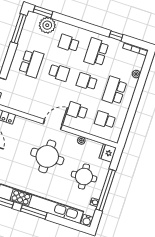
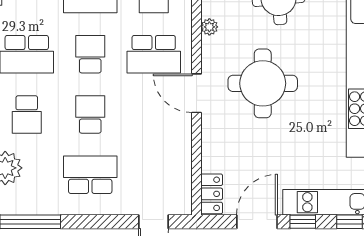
school desk: (87, 82) -> (90, 54), turned 180
school desk: (77, 111) -> (154, 54), width x1.85

